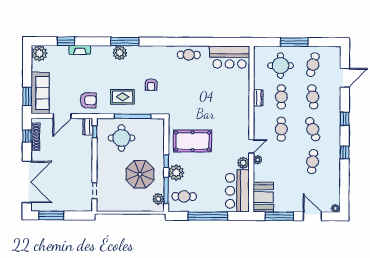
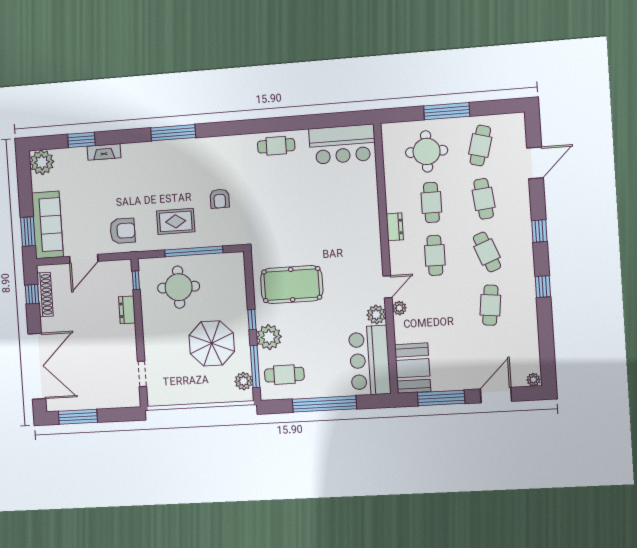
plant: (120, 53) -> (167, 151), removed
dresser: (258, 98) -> (395, 227), moved
dresser: (88, 127) -> (127, 310), moved
door: (312, 216) -> (496, 395), hinge flipped

